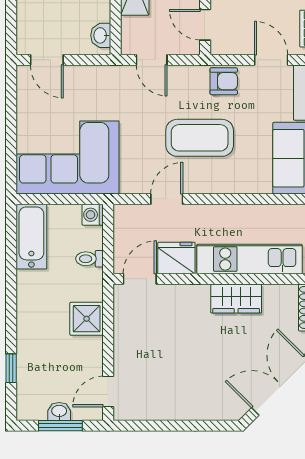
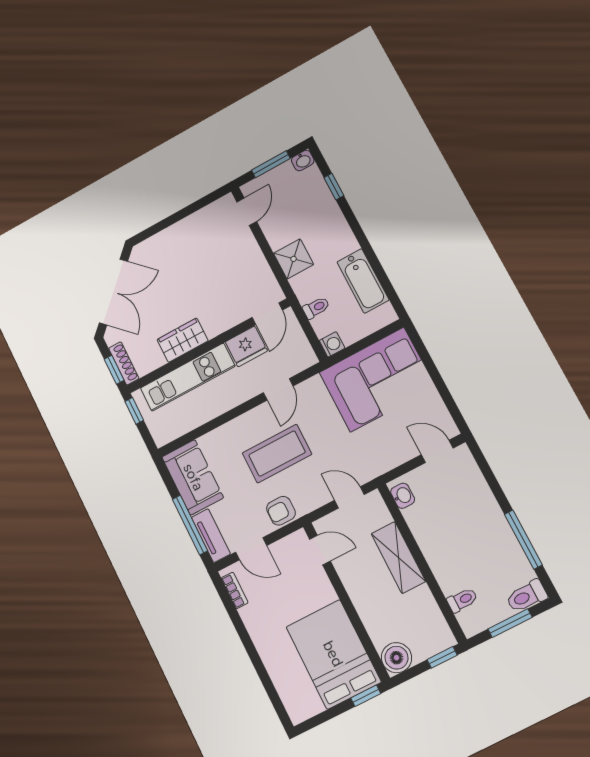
bathtub: (31, 237) -> (363, 281), moved
washbasin: (59, 411) -> (303, 160), moved

